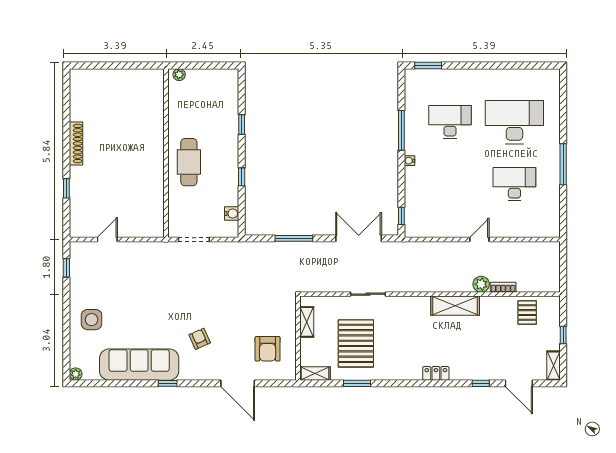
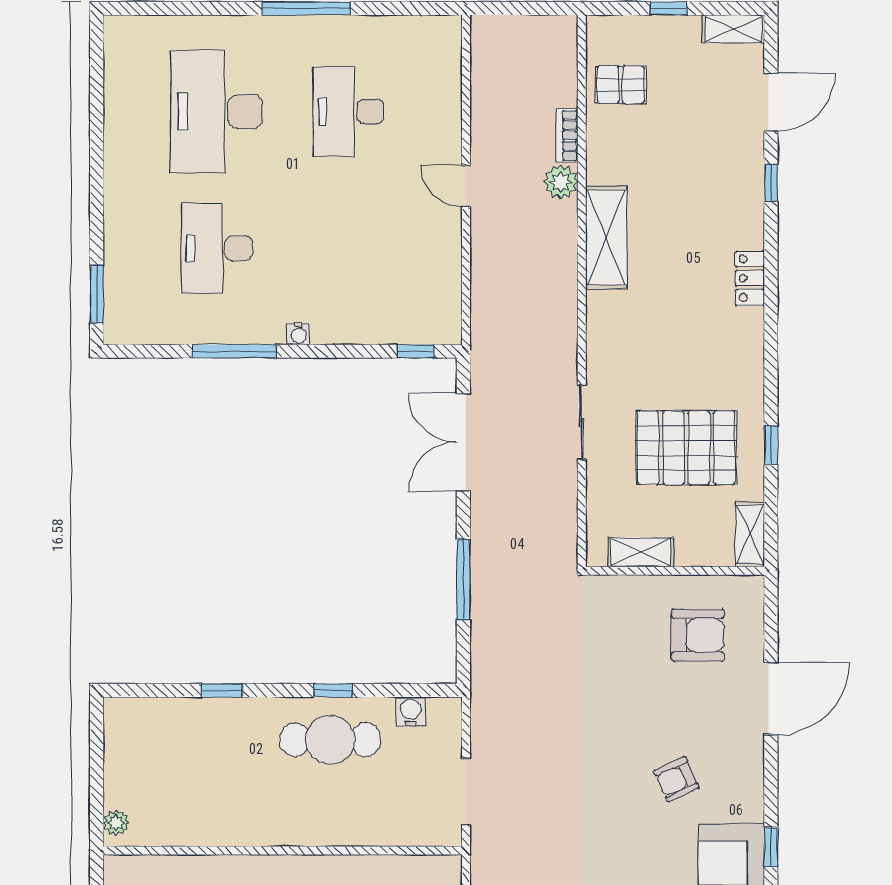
cafe table: (189, 162) -> (330, 740), moved
window: (357, 383) -> (771, 445), width x0.67

